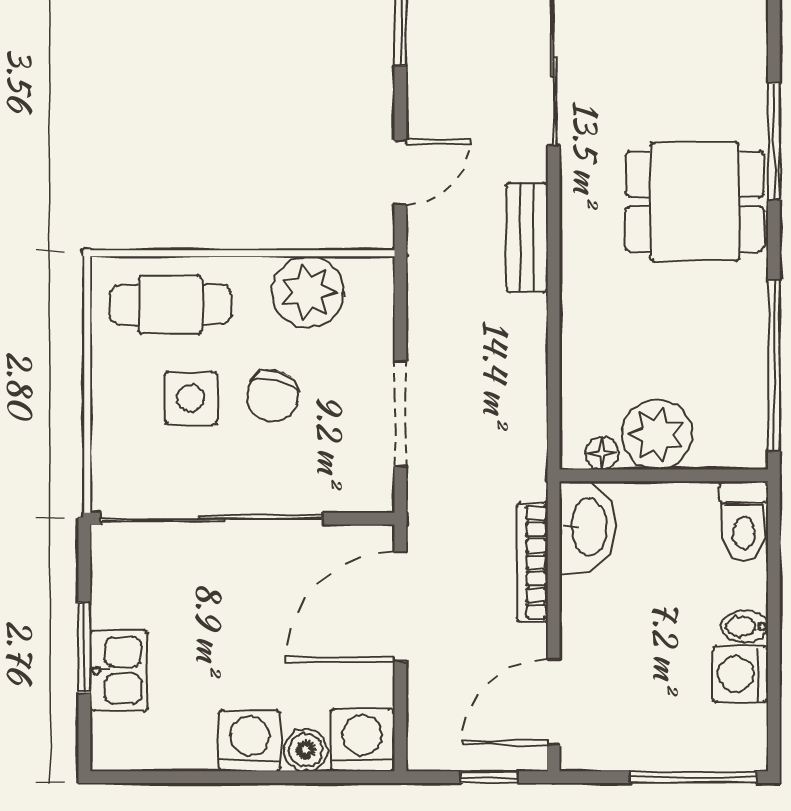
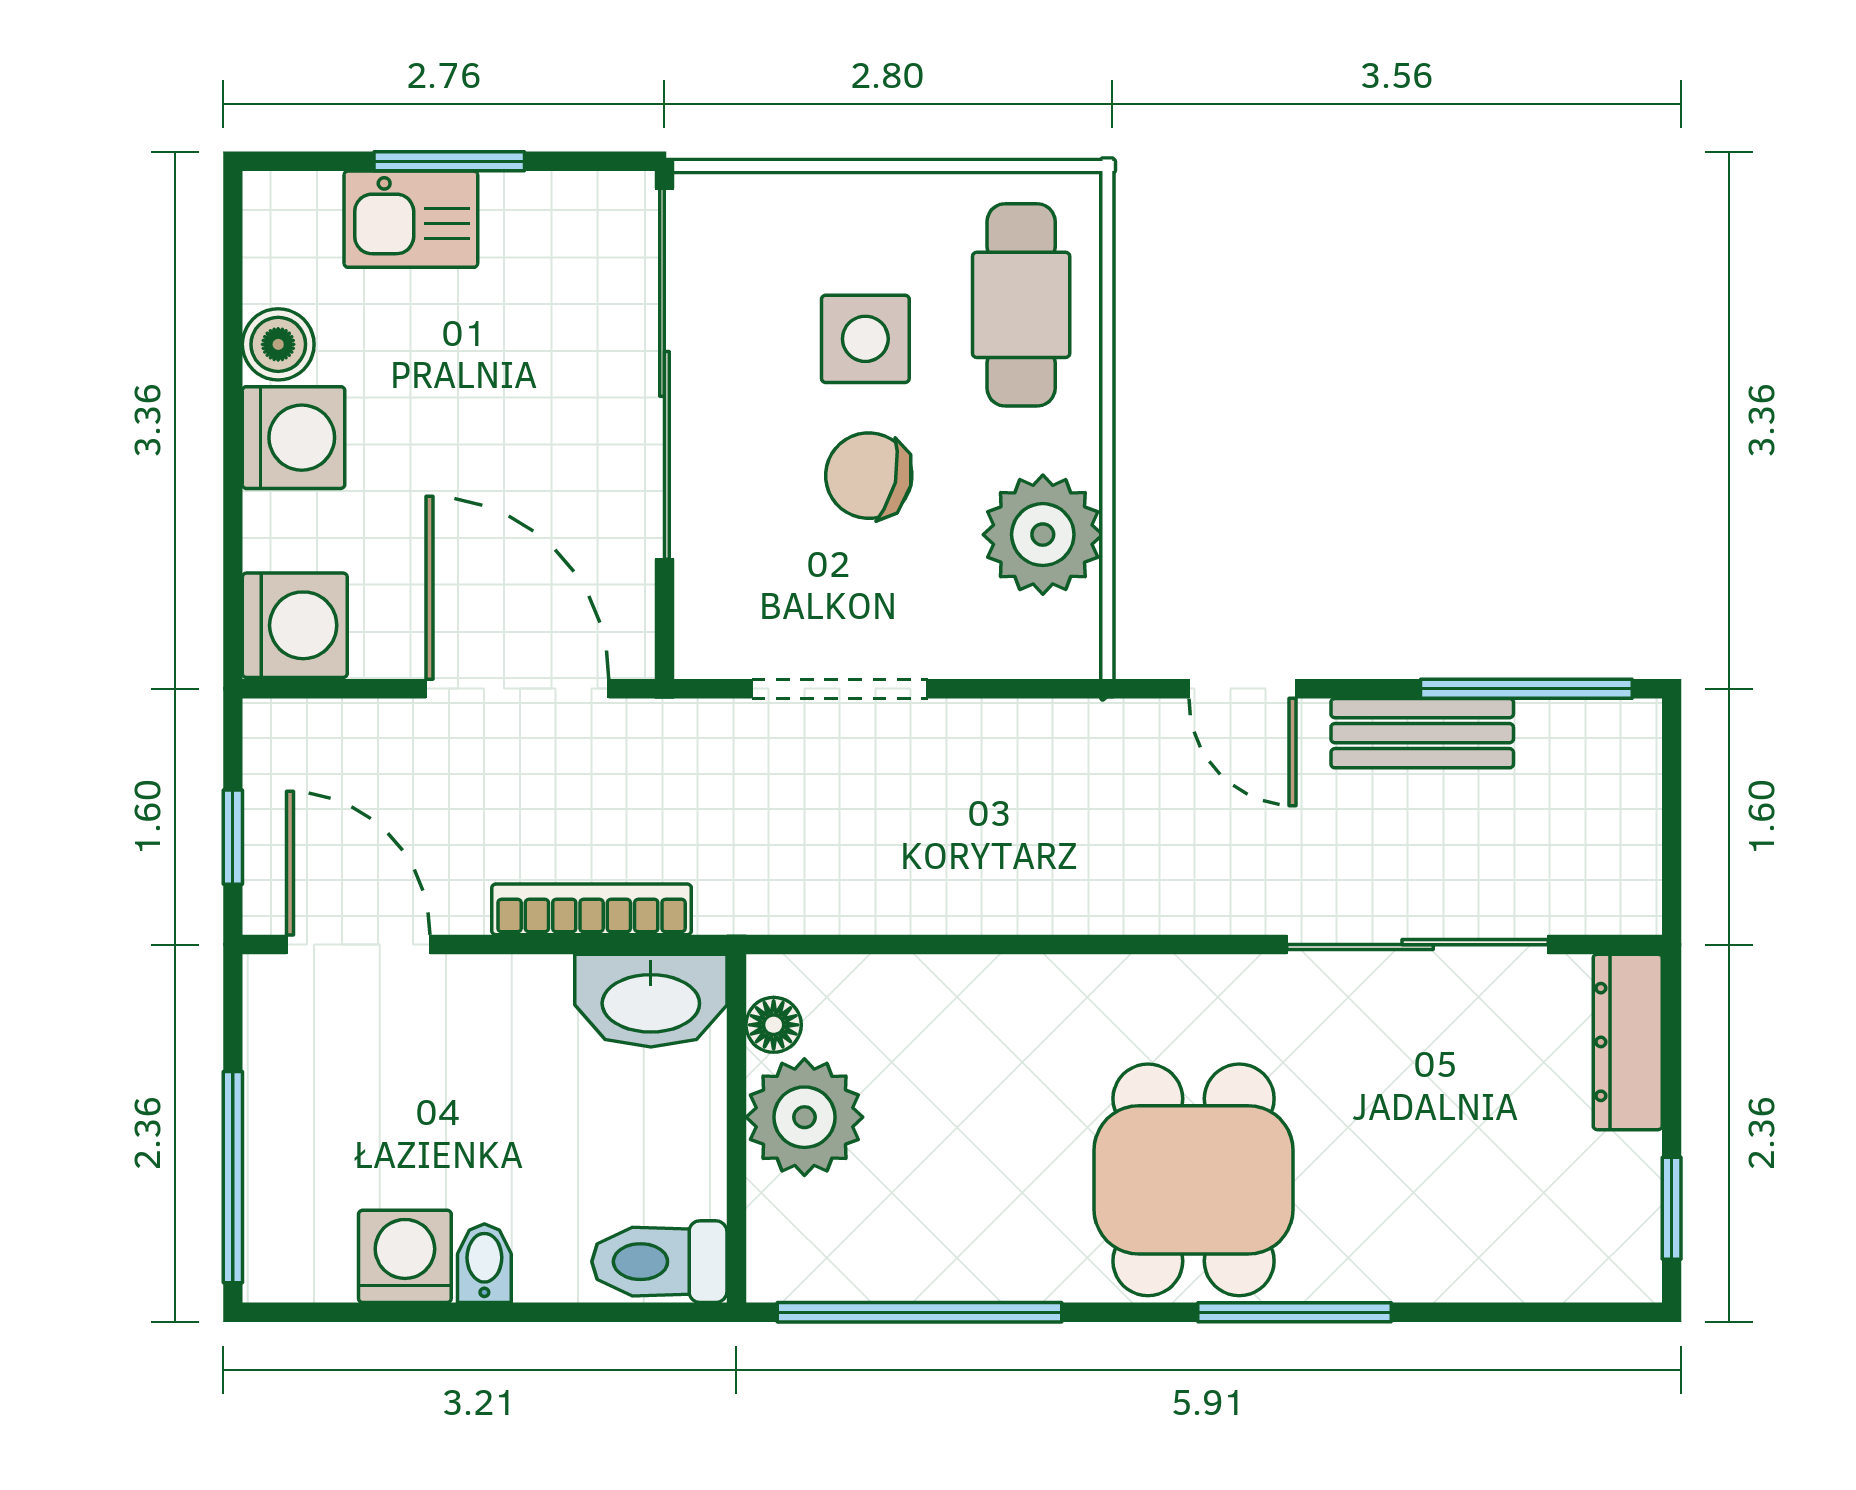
bench: (527, 237) -> (1422, 733), moved
boiler: (306, 750) -> (278, 344), moved

